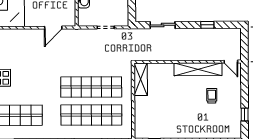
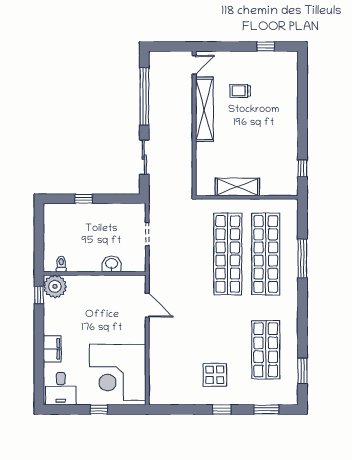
window: (207, 25) -> (144, 96), width x3.17
shelving: (141, 79) -> (237, 187), moved

